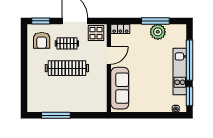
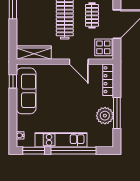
locker: (120, 29) -> (108, 80), width x1.53
sofa: (120, 88) -> (26, 91), moved, turned -90
wardrobe: (101, 96) -> (34, 53), added
window: (127, 115) -> (13, 81), added

